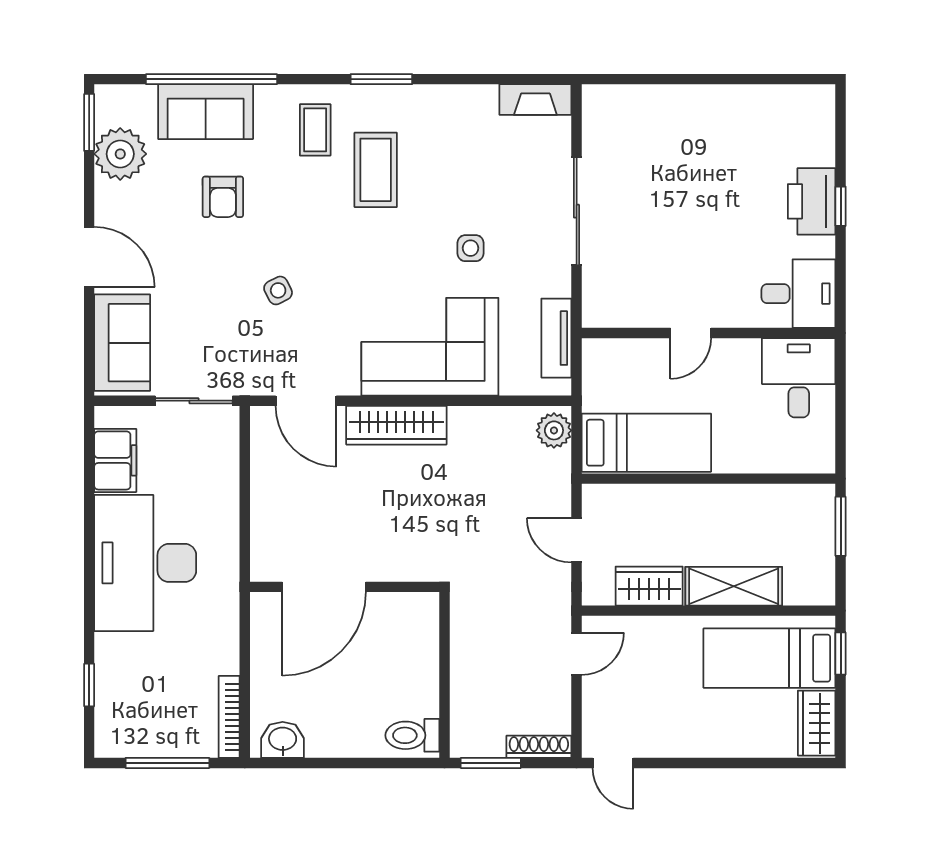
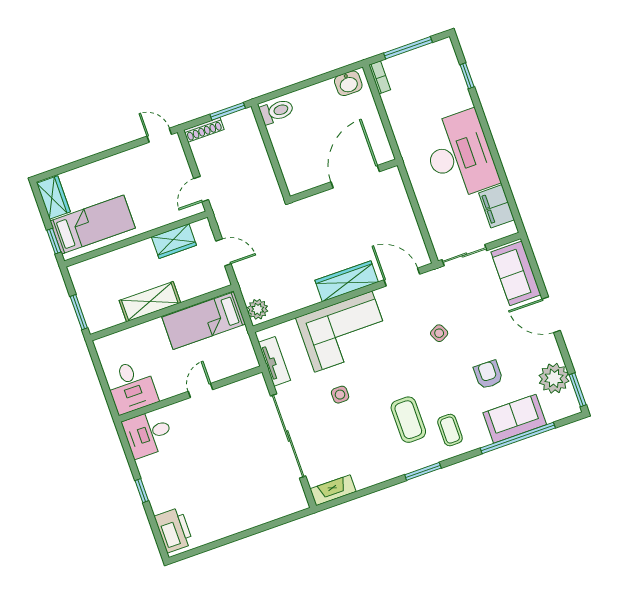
printer: (812, 201) -> (174, 530), moved
sliding door: (577, 211) -> (288, 436), width x1.36
shelving: (734, 586) -> (150, 302), moved
bookcase: (229, 717) -> (380, 77), width x0.64

